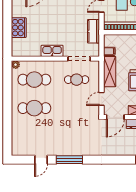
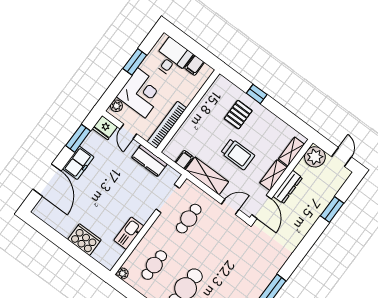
kitchen sink: (52, 51) -> (129, 233), moved
cafe table: (34, 80) -> (154, 265), width x0.73, depth x0.74
door: (101, 99) -> (230, 207), swing flipped

